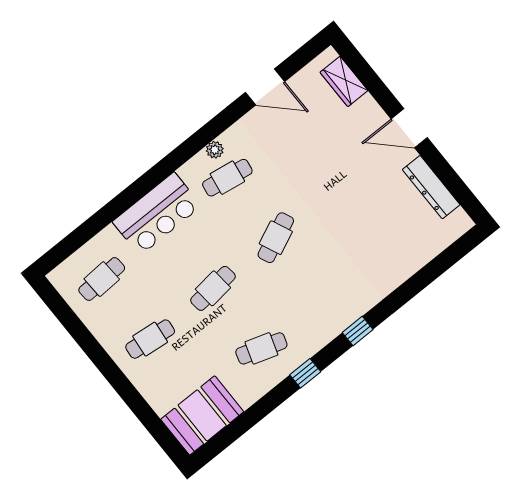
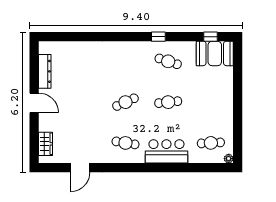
door: (265, 87) -> (80, 168), swing flipped
plant: (215, 150) -> (229, 159), moved
window: (358, 331) -> (211, 37), moved
cafe table: (150, 339) -> (211, 102), removed

